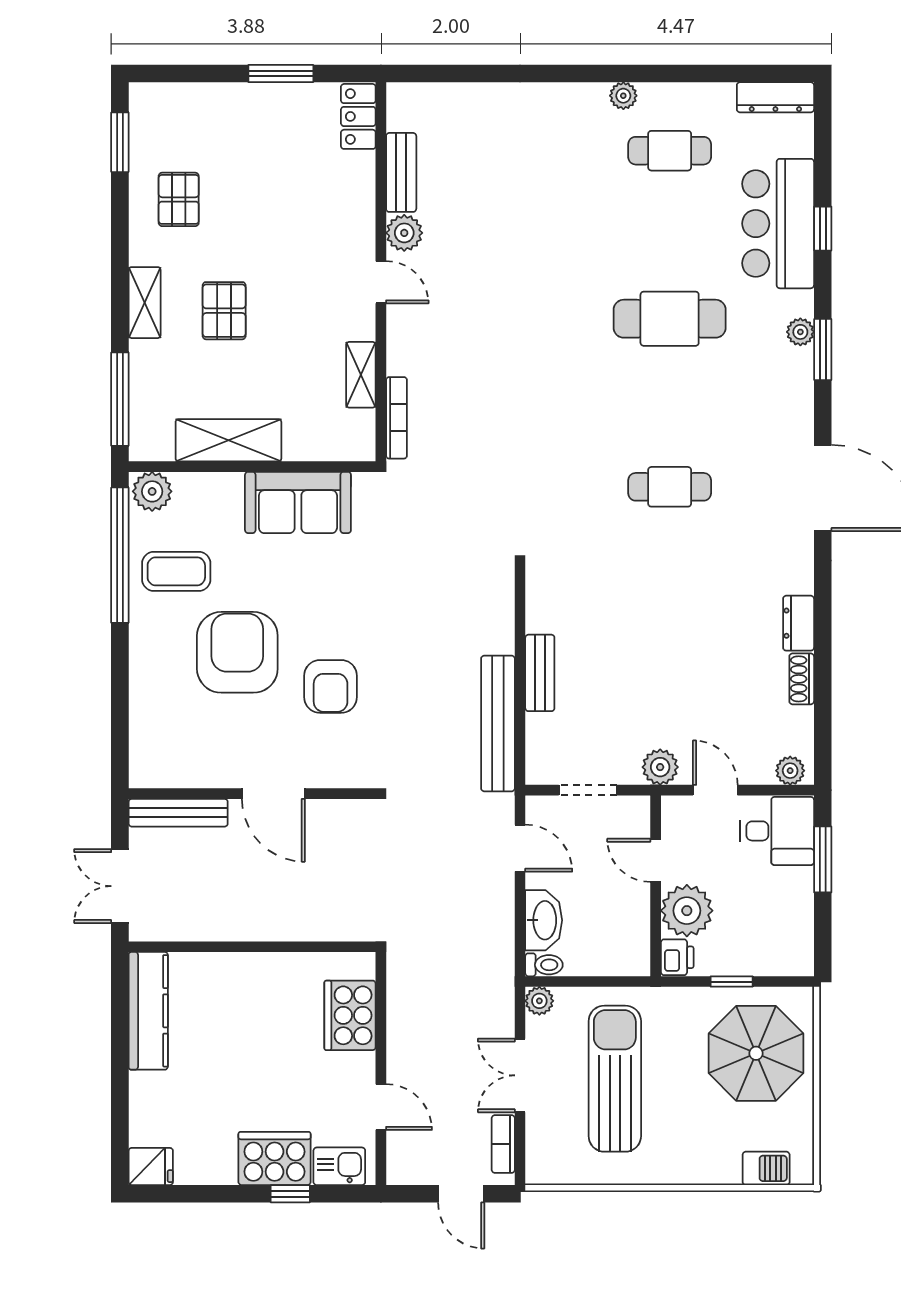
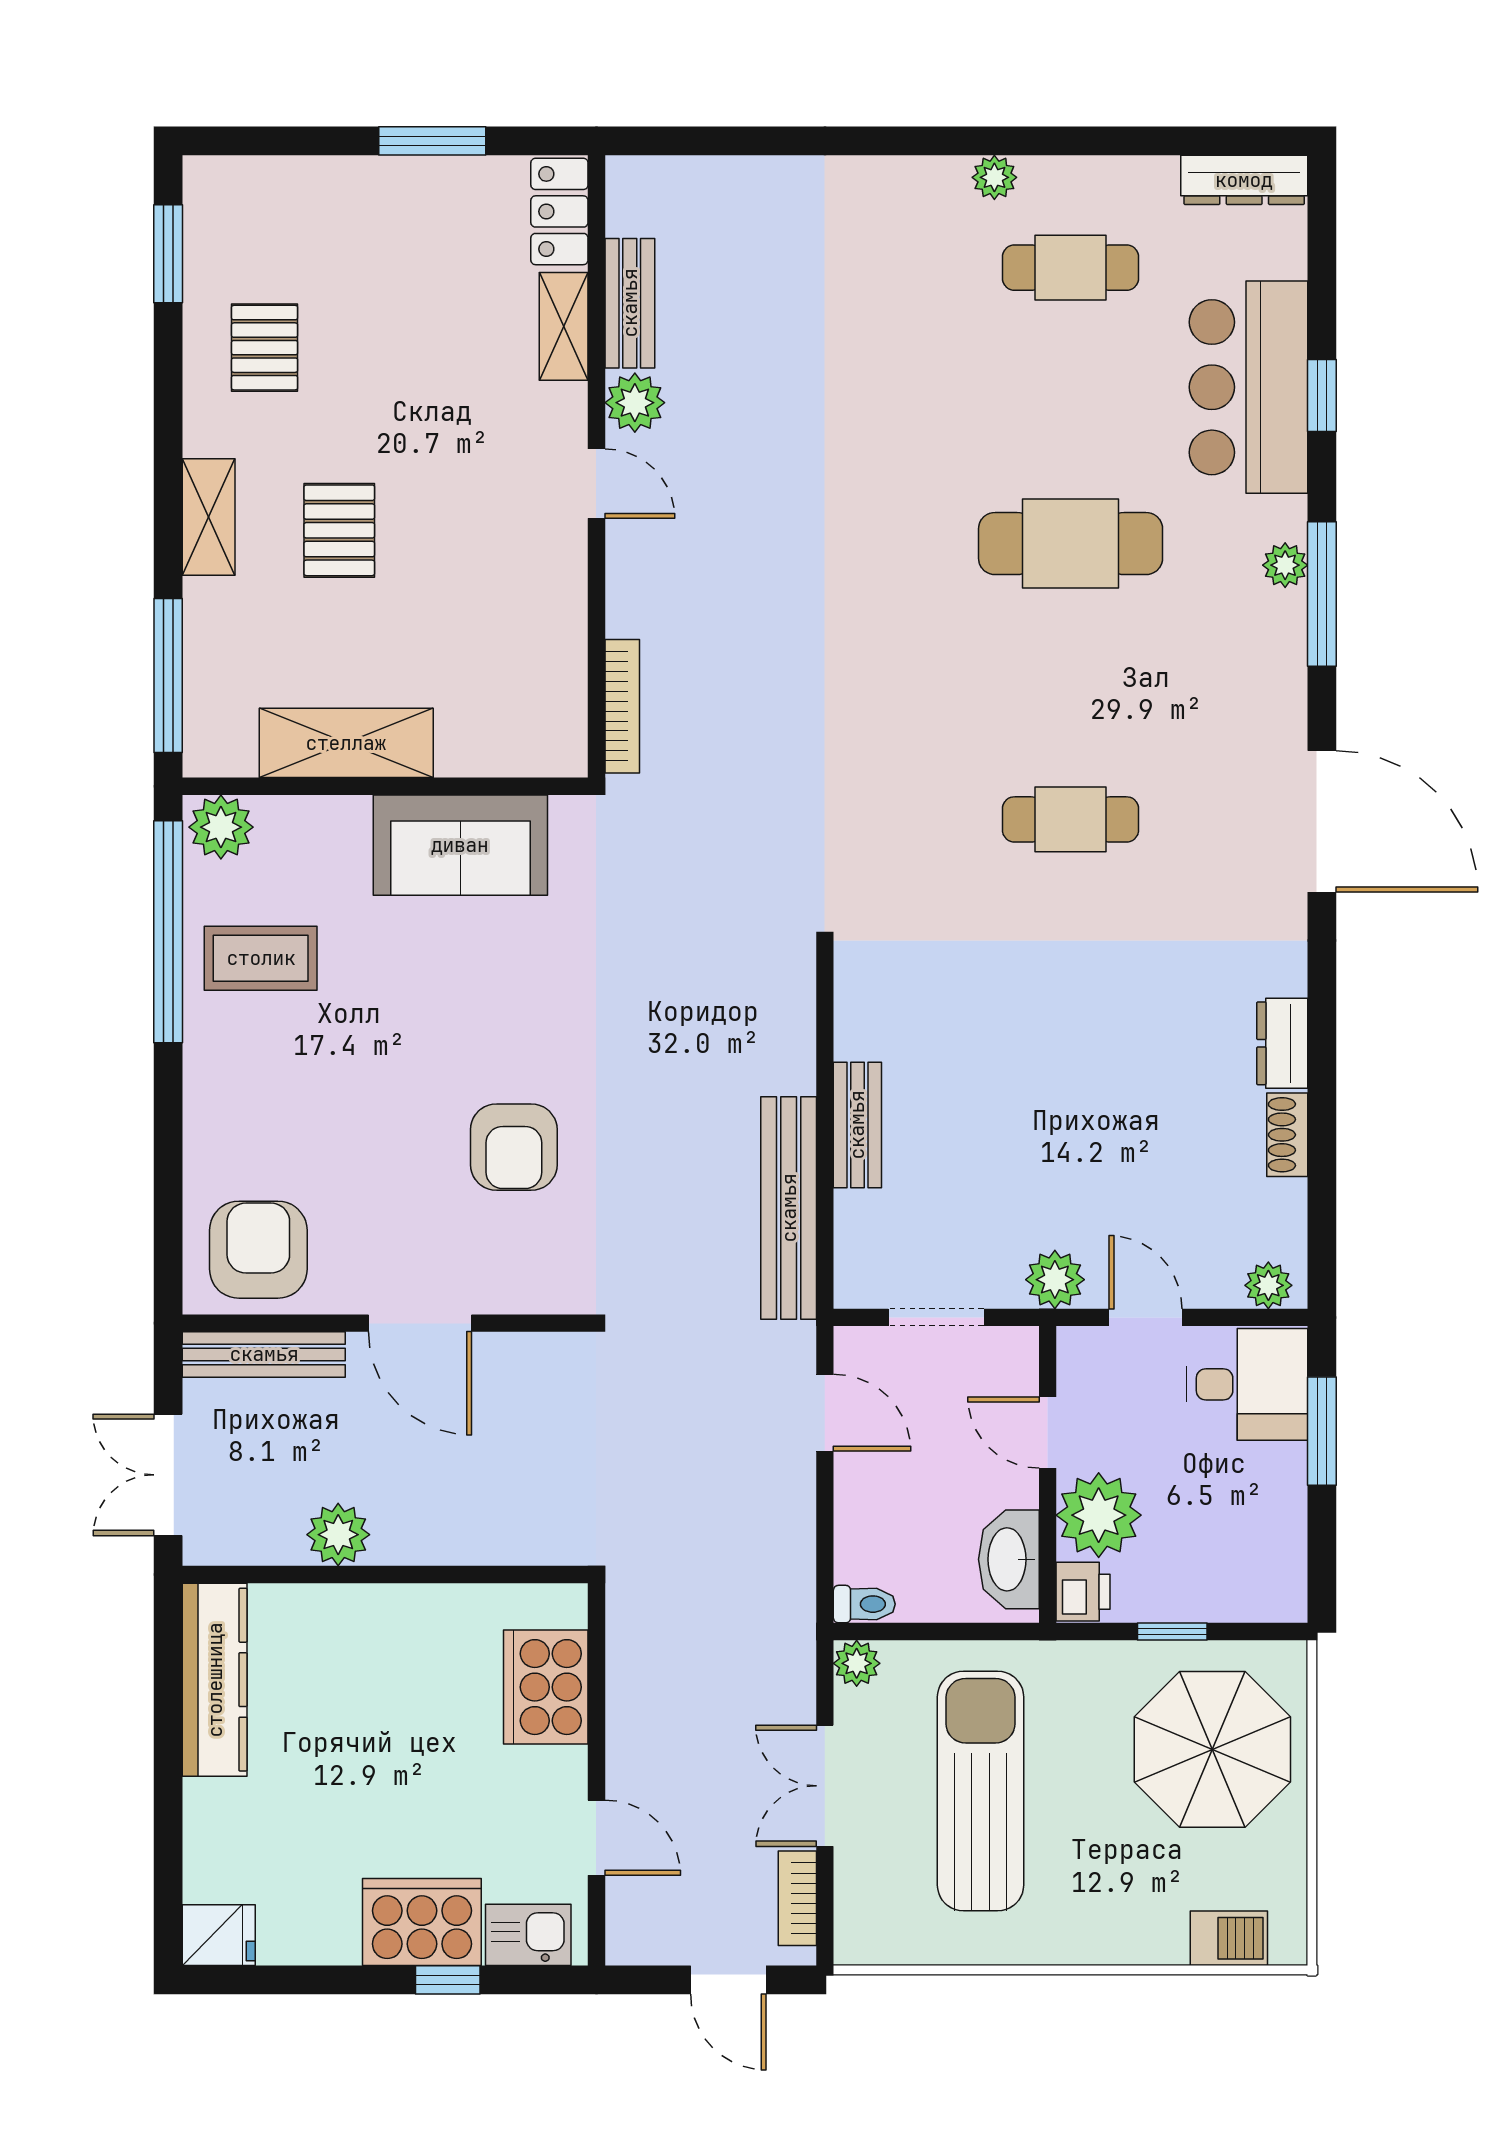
window: (823, 349) -> (1322, 594), width x1.44
shelving: (361, 375) -> (564, 326), moved
armchair: (237, 652) -> (258, 1250), moved, width x0.73, depth x0.73
washbasin: (544, 920) -> (1009, 1559), moved, turned 180
plant: (224, 922) -> (338, 1535), added

